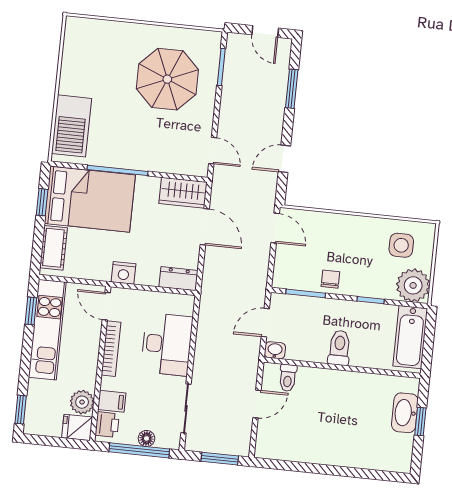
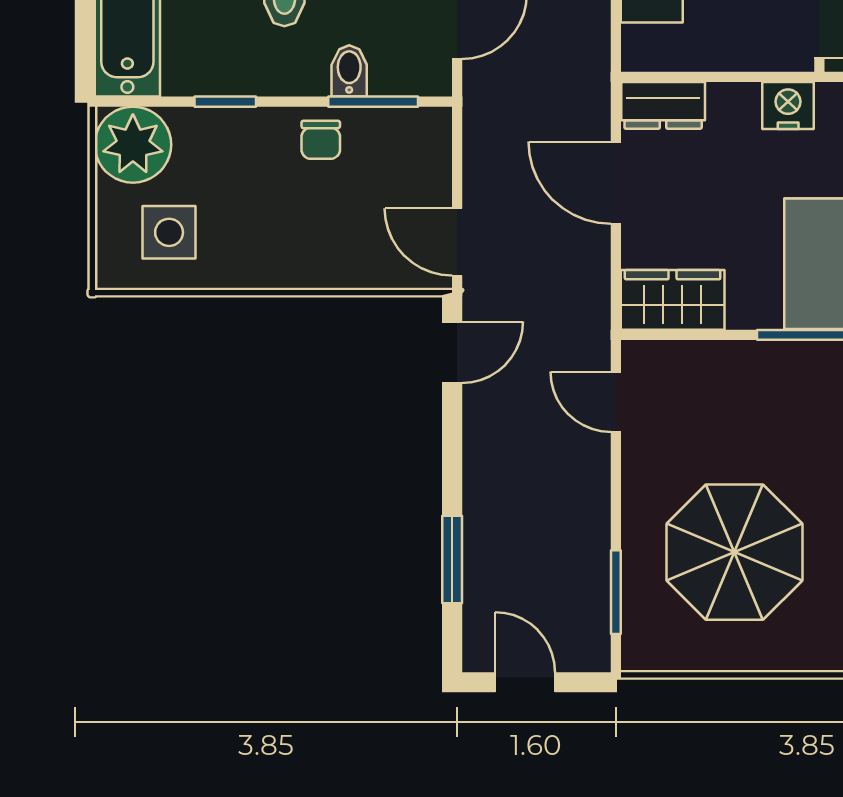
door: (284, 159) -> (452, 352), moved
door: (205, 227) -> (616, 183), moved
bidet: (315, 308) -> (349, 71), added

